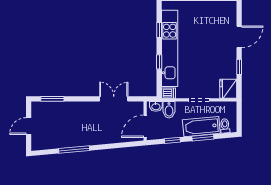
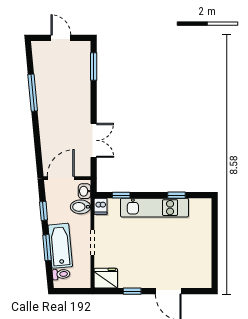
kitchen unit: (170, 48) -> (154, 208), width x0.73
window: (159, 62) -> (121, 195), moved
door: (145, 126) -> (61, 178), hinge flipped

